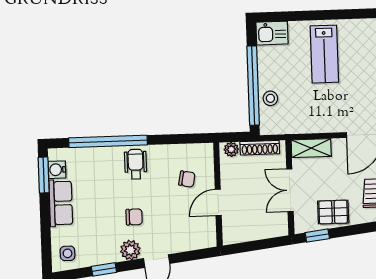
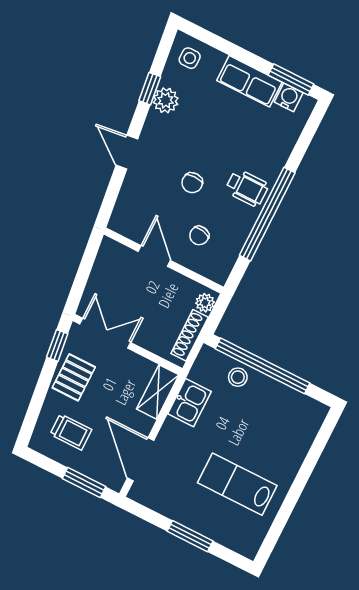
kitchen sink: (272, 33) -> (189, 403), moved, turned 180
lab bench: (324, 54) -> (237, 484), moved
window: (108, 141) -> (267, 214), moved
double door: (290, 190) -> (105, 333), moved
chair: (134, 217) -> (192, 183), moved
plant: (130, 250) -> (166, 100), moved

